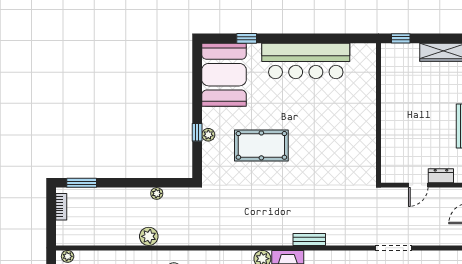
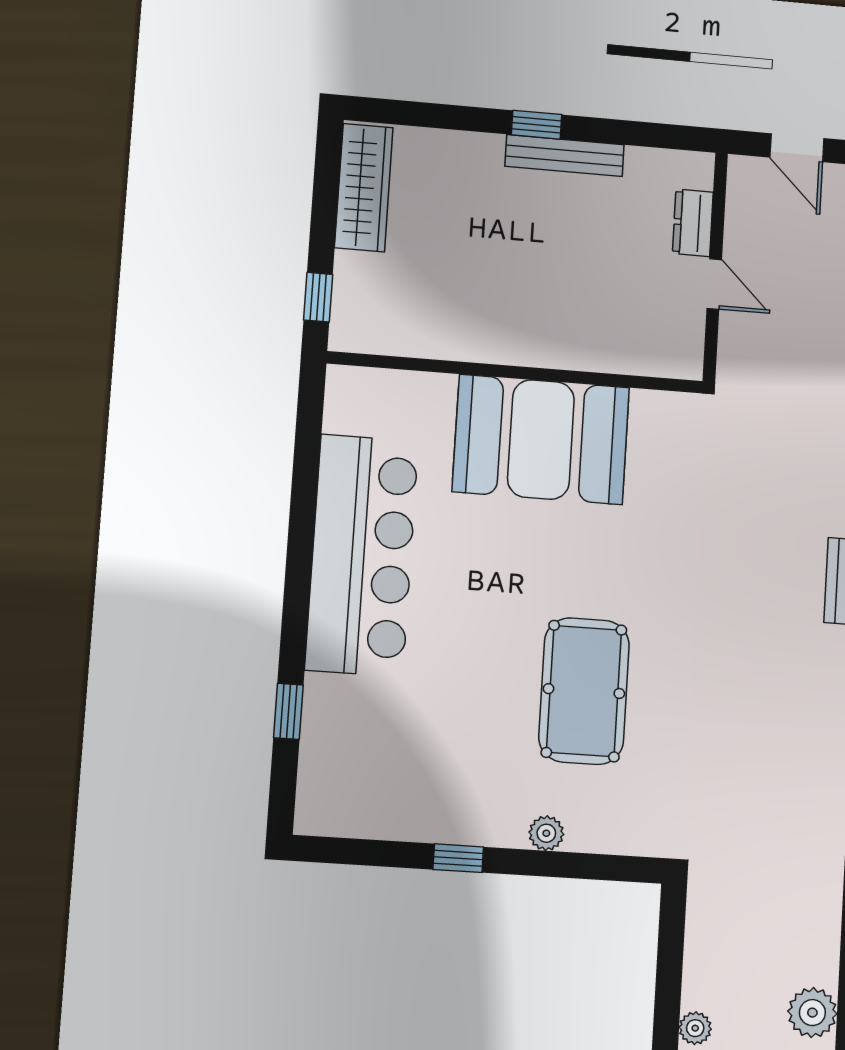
booth: (224, 75) -> (541, 440), moved
window: (197, 132) -> (458, 858), moved
plant: (157, 193) -> (695, 1028), moved

